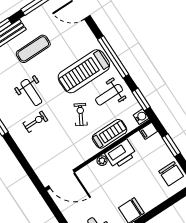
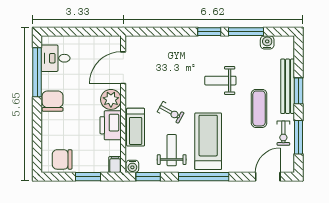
exercise bike: (35, 122) -> (283, 133), moved
plant: (102, 161) -> (111, 99), width x1.87, depth x1.87
door: (61, 179) -> (123, 68), moved

